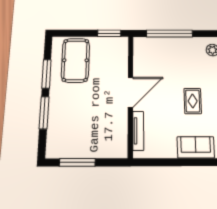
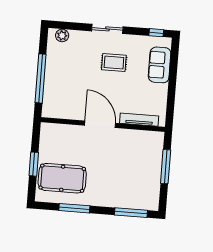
window: (109, 33) -> (34, 164), moved
window: (44, 113) -> (131, 213), moved
window: (77, 162) -> (166, 167), moved

